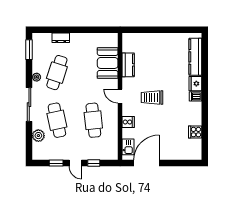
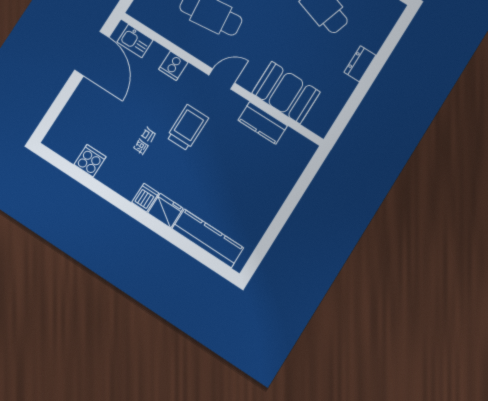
dresser: (61, 38) -> (360, 64), moved

